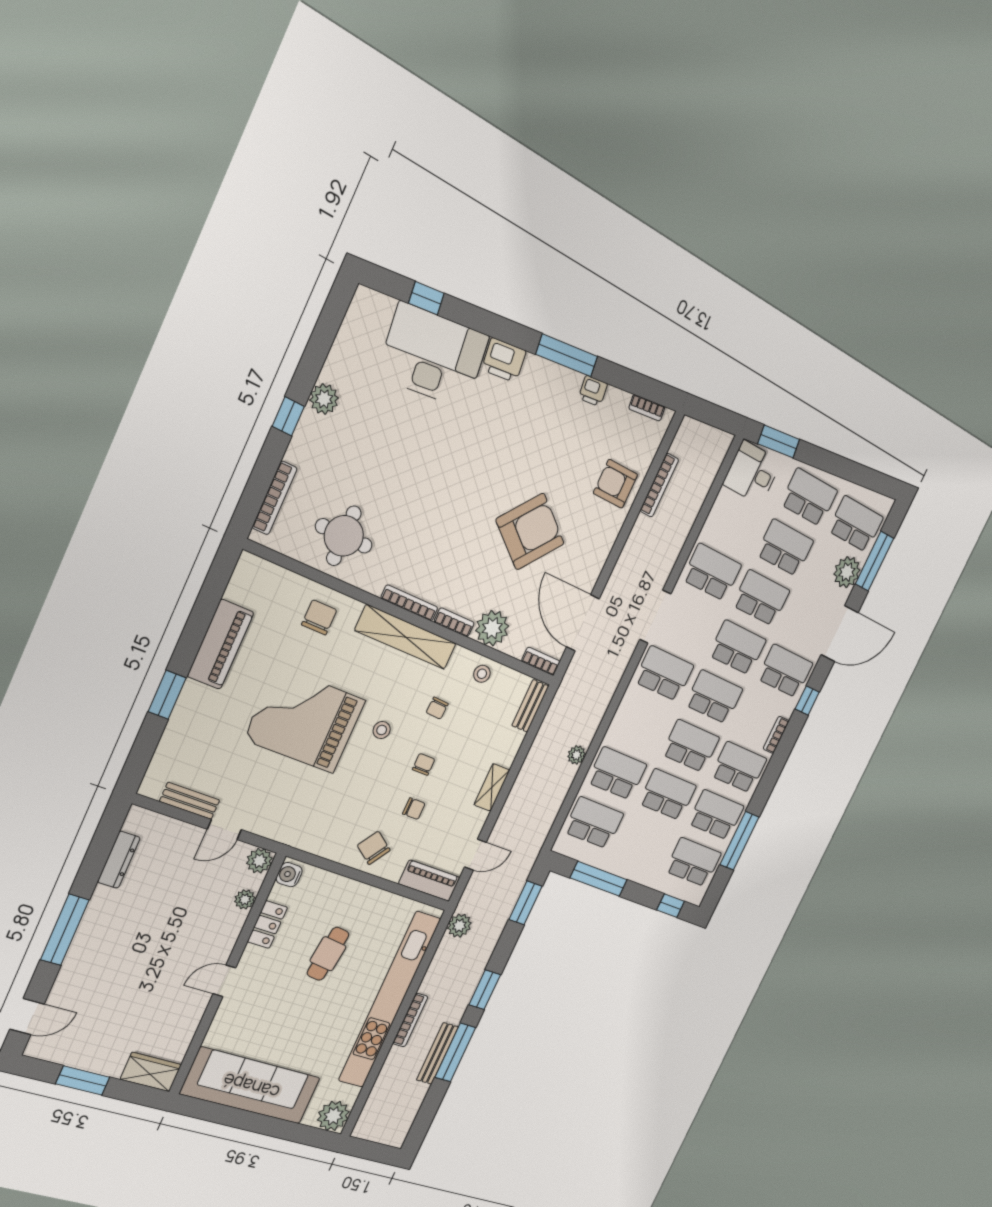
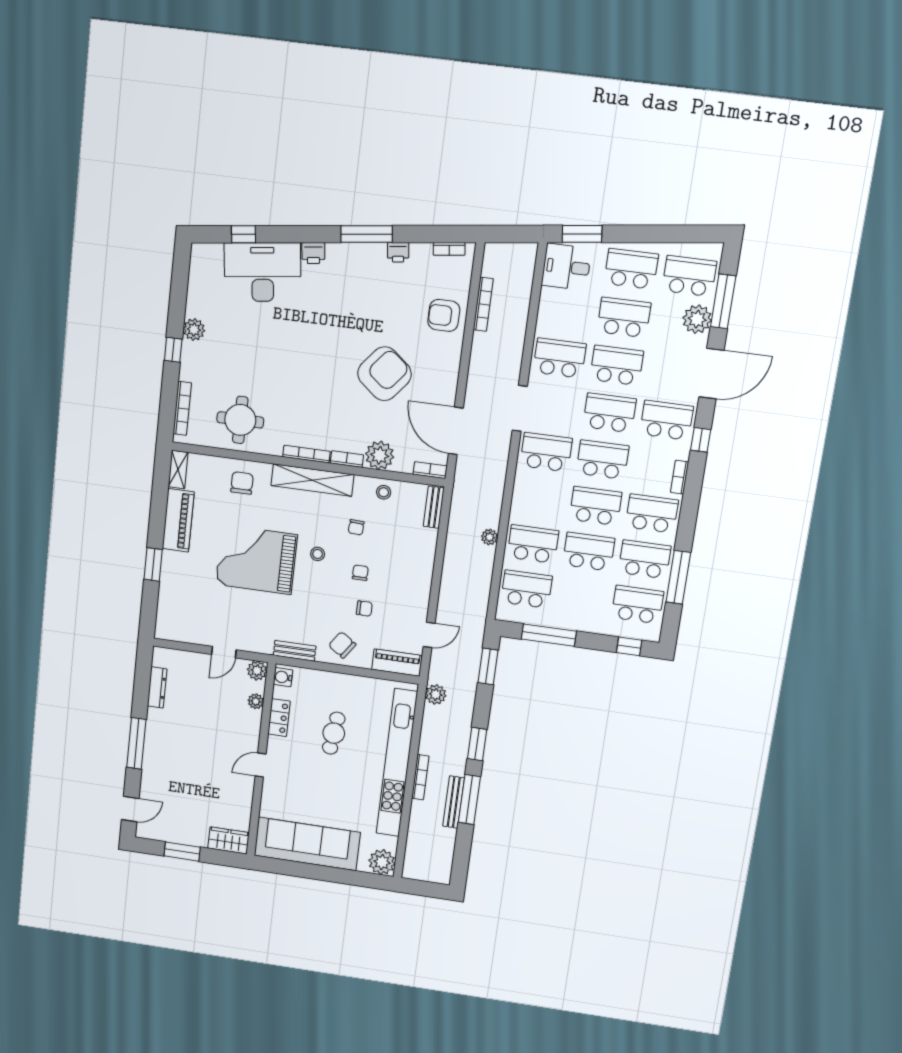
printer: (504, 360) -> (313, 253), width x0.73, depth x0.81
shelving: (492, 787) -> (178, 469), moved
bench: (190, 801) -> (295, 651), moved

